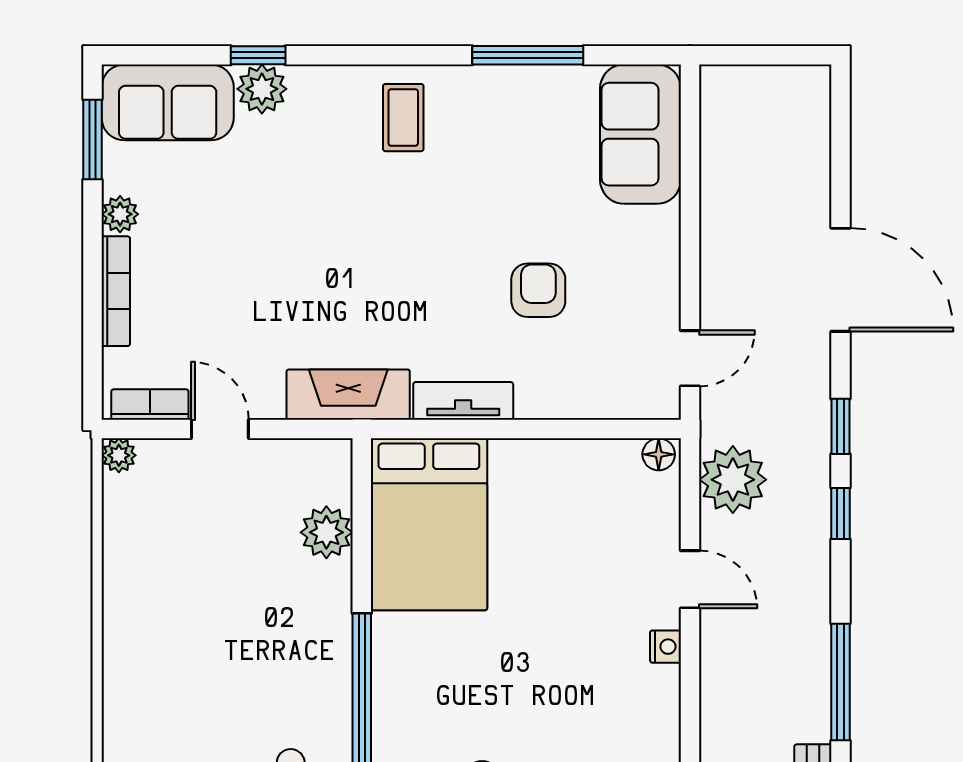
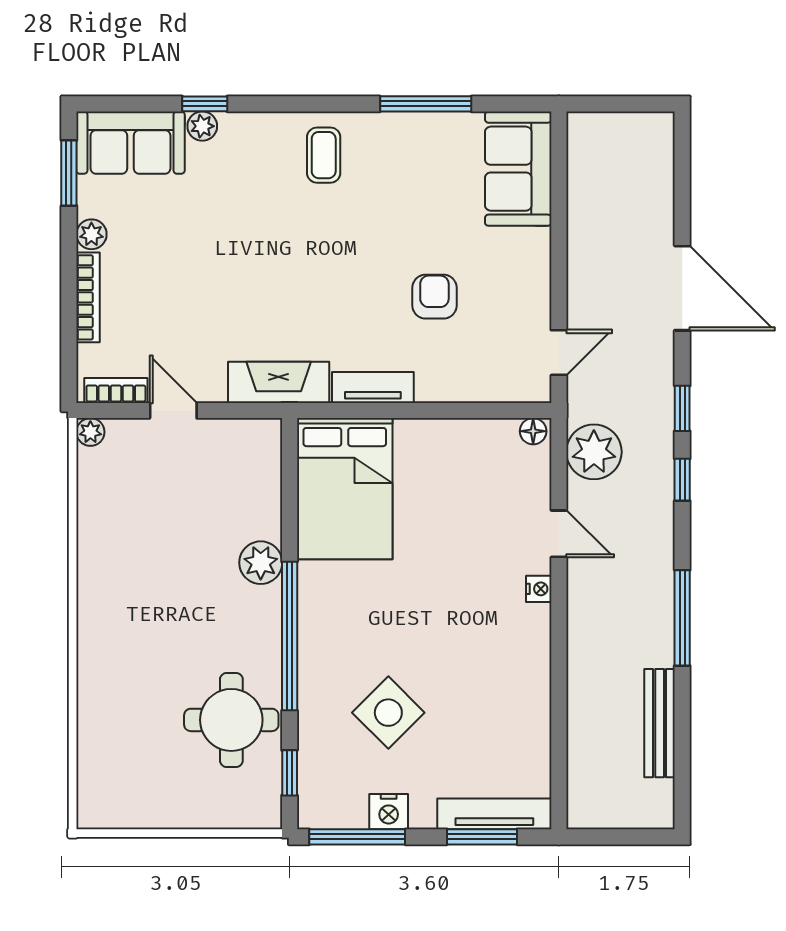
plant: (262, 89) -> (202, 126), width x0.73, depth x0.73
plant: (326, 532) -> (261, 563), moved

